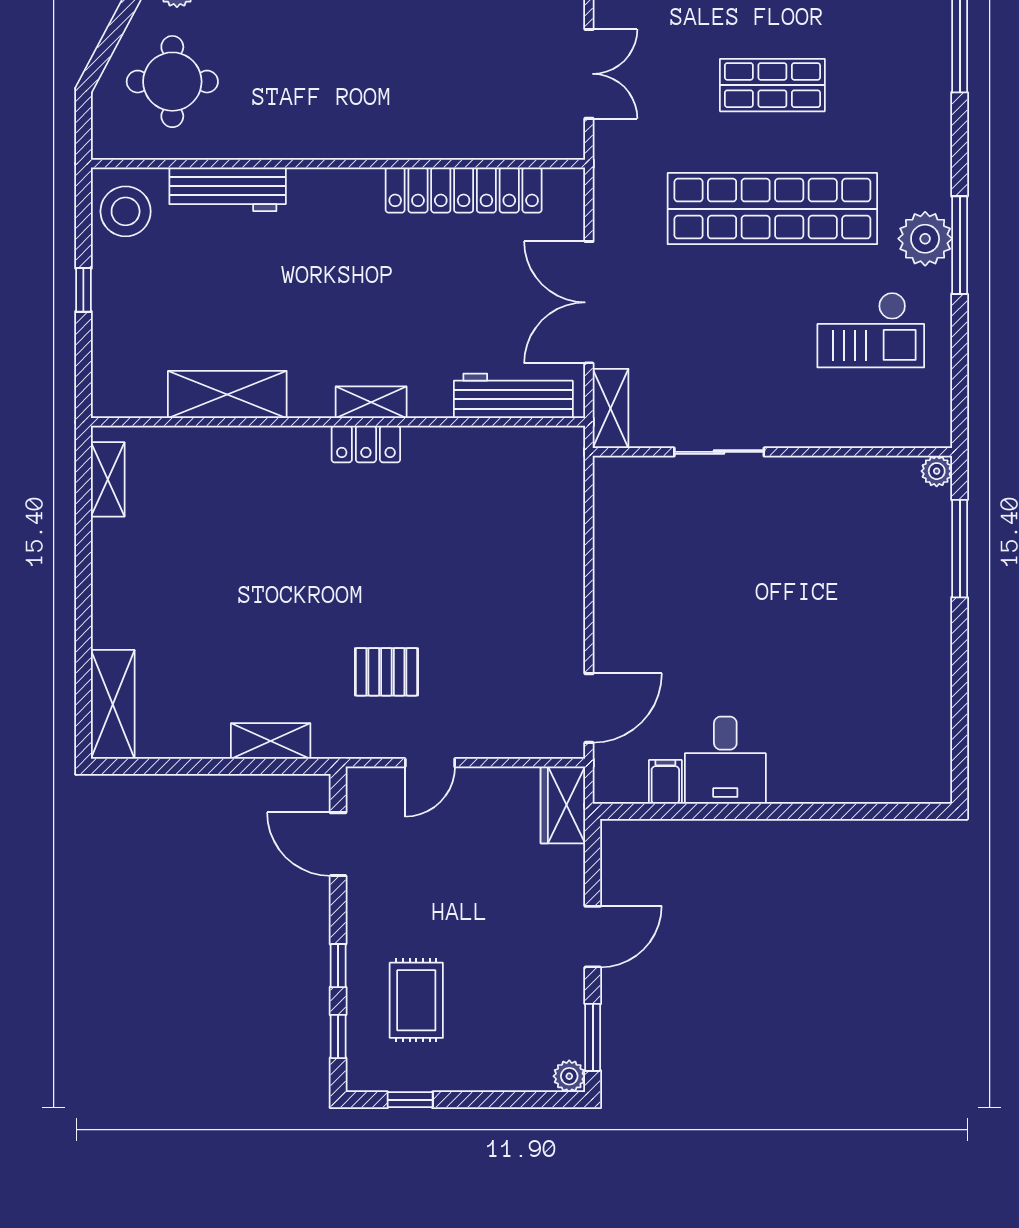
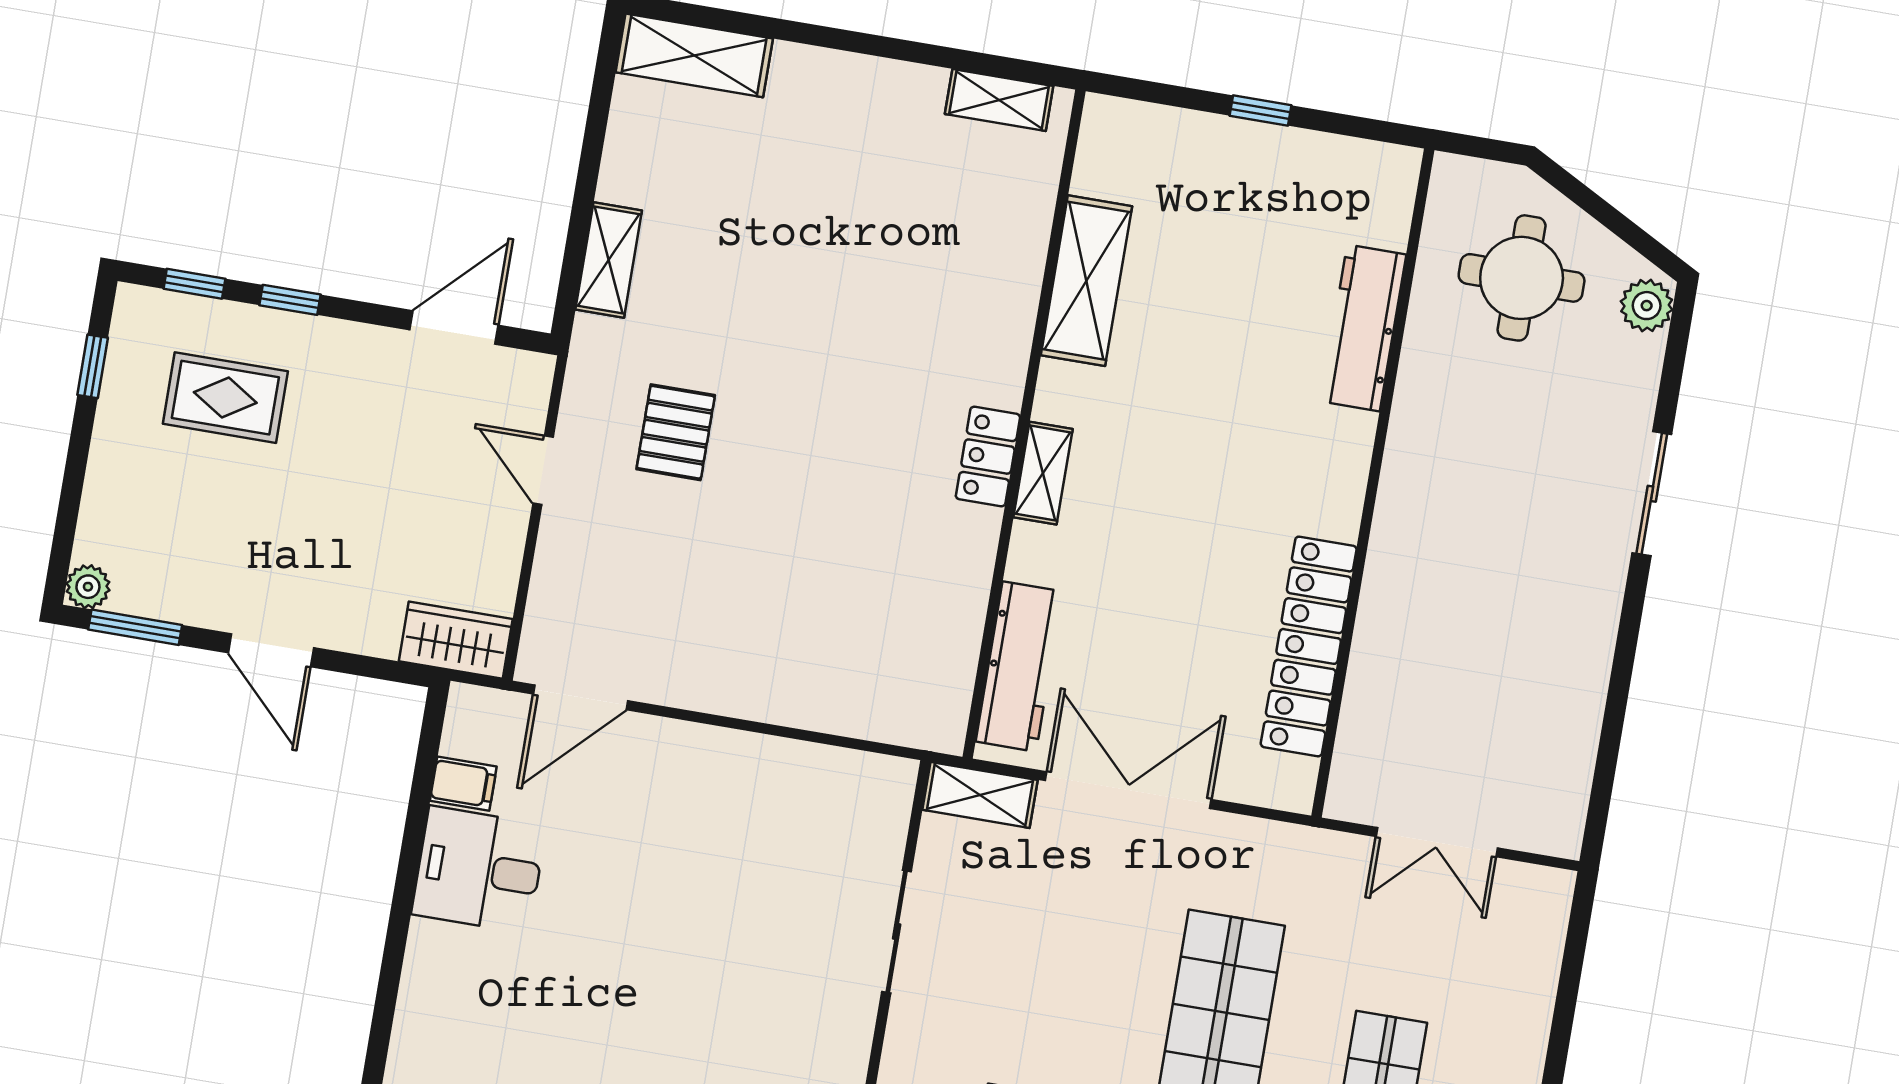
stool: (126, 211) -> (1357, 185), removed
door: (589, 708) -> (581, 697), hinge flipped

